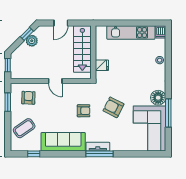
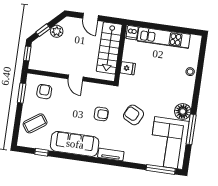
door: (61, 23) -> (90, 17), hinge flipped
dishwasher: (161, 32) -> (132, 33), moved
window: (27, 34) -> (43, 30), moved
window: (99, 154) -> (161, 169), moved

